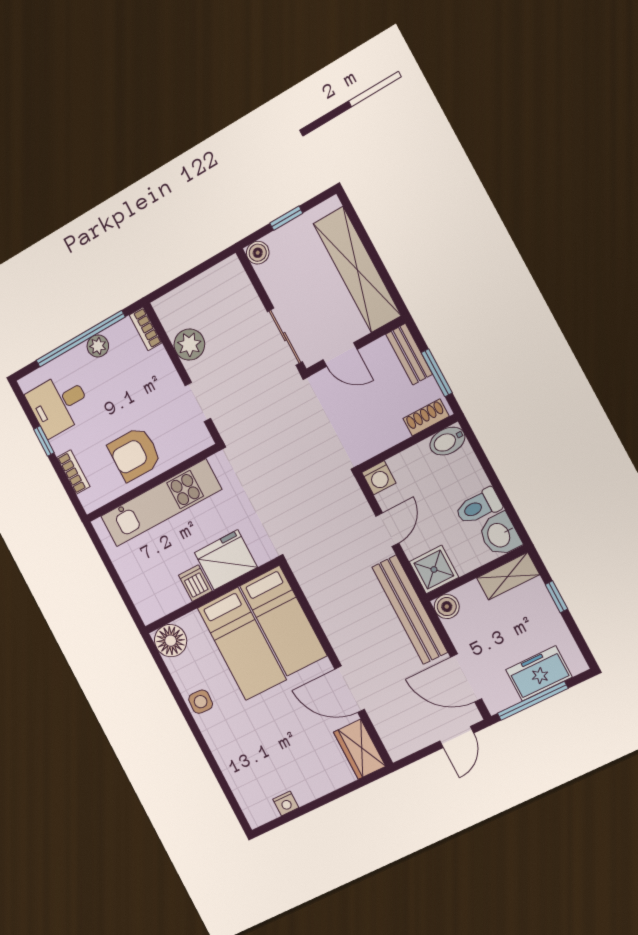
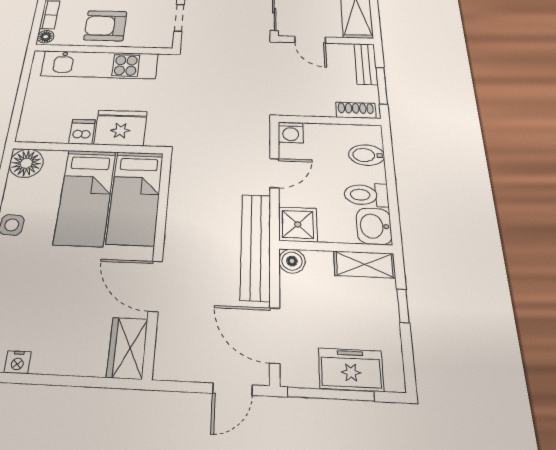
bidet: (447, 441) -> (367, 155), moved
floor lamp: (89, 500) -> (46, 37), added

